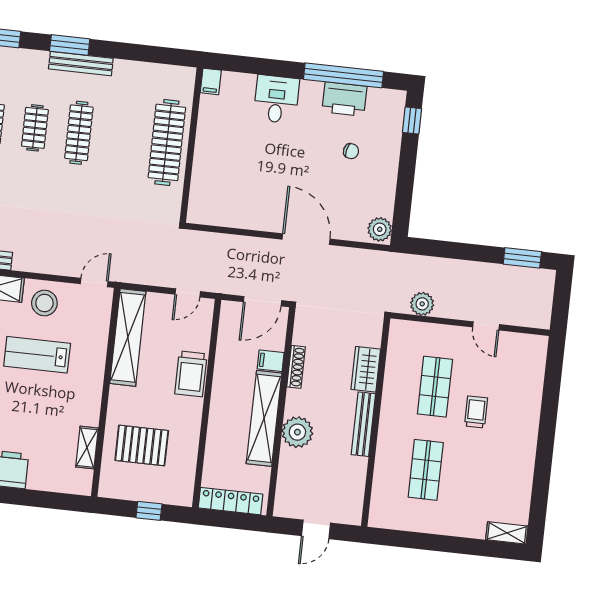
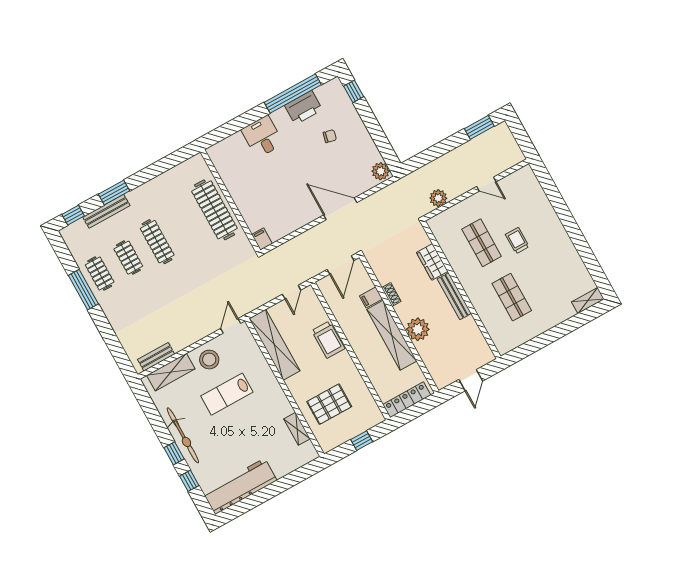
bench: (81, 64) -> (106, 211), moved
filing cabinet: (211, 81) -> (262, 239), moved, turned 180
shoe rack: (296, 367) -> (391, 294), width x0.70

